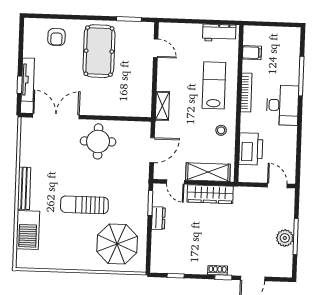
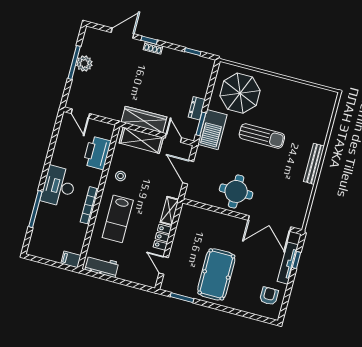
armchair: (56, 37) -> (269, 296), moved
filing cabinet: (252, 53) -> (71, 259), moved
locker: (164, 77) -> (162, 237), added
door: (152, 150) -> (188, 172), hinge flipped
barbecue: (28, 230) -> (212, 130), moved, turned 180

